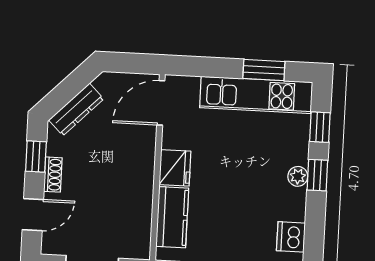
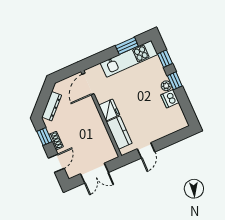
dishwasher: (291, 237) -> (170, 99), moved

